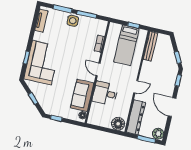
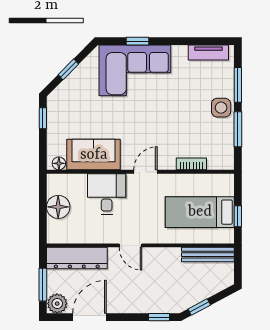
door: (172, 107) -> (90, 317), moved
floor lamp: (118, 124) -> (58, 207), moved

